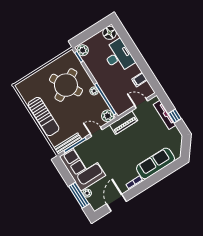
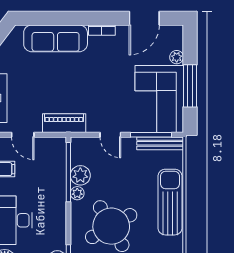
plant: (108, 116) -> (80, 175), moved
window: (79, 195) -> (190, 86), moved

